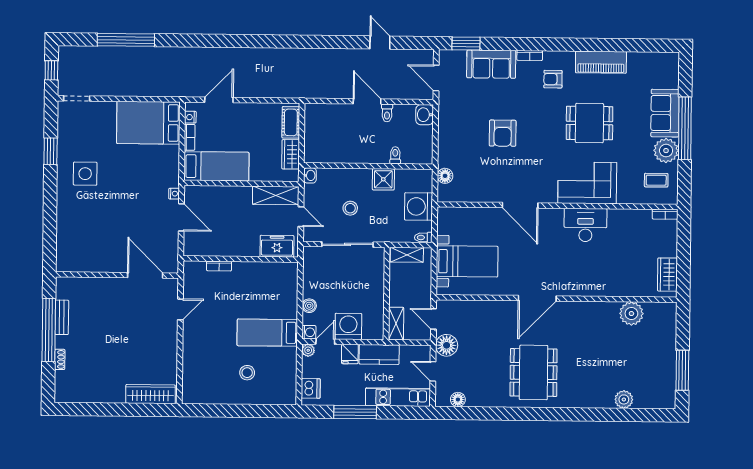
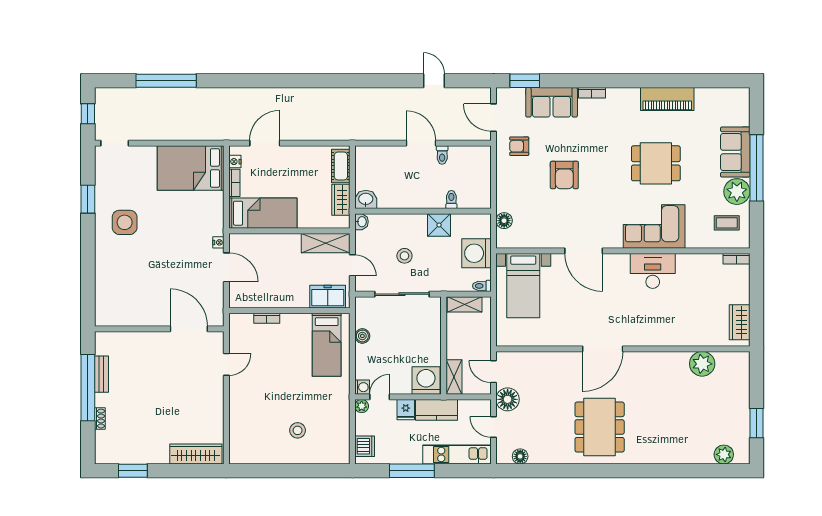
armchair: (553, 79) -> (519, 146), moved
washbasin: (425, 115) -> (366, 199), moved, turned 90
bed with nightstands: (467, 261) -> (523, 286), moved, turned 90
boiler: (309, 306) -> (362, 336), moved
washing machine: (348, 326) -> (426, 380), moved
bed: (267, 333) -> (327, 345), moved, turned -90
window: (682, 370) -> (756, 423), width x0.69
plant: (624, 399) -> (724, 454), moved
window: (91, 409) -> (133, 471), added

